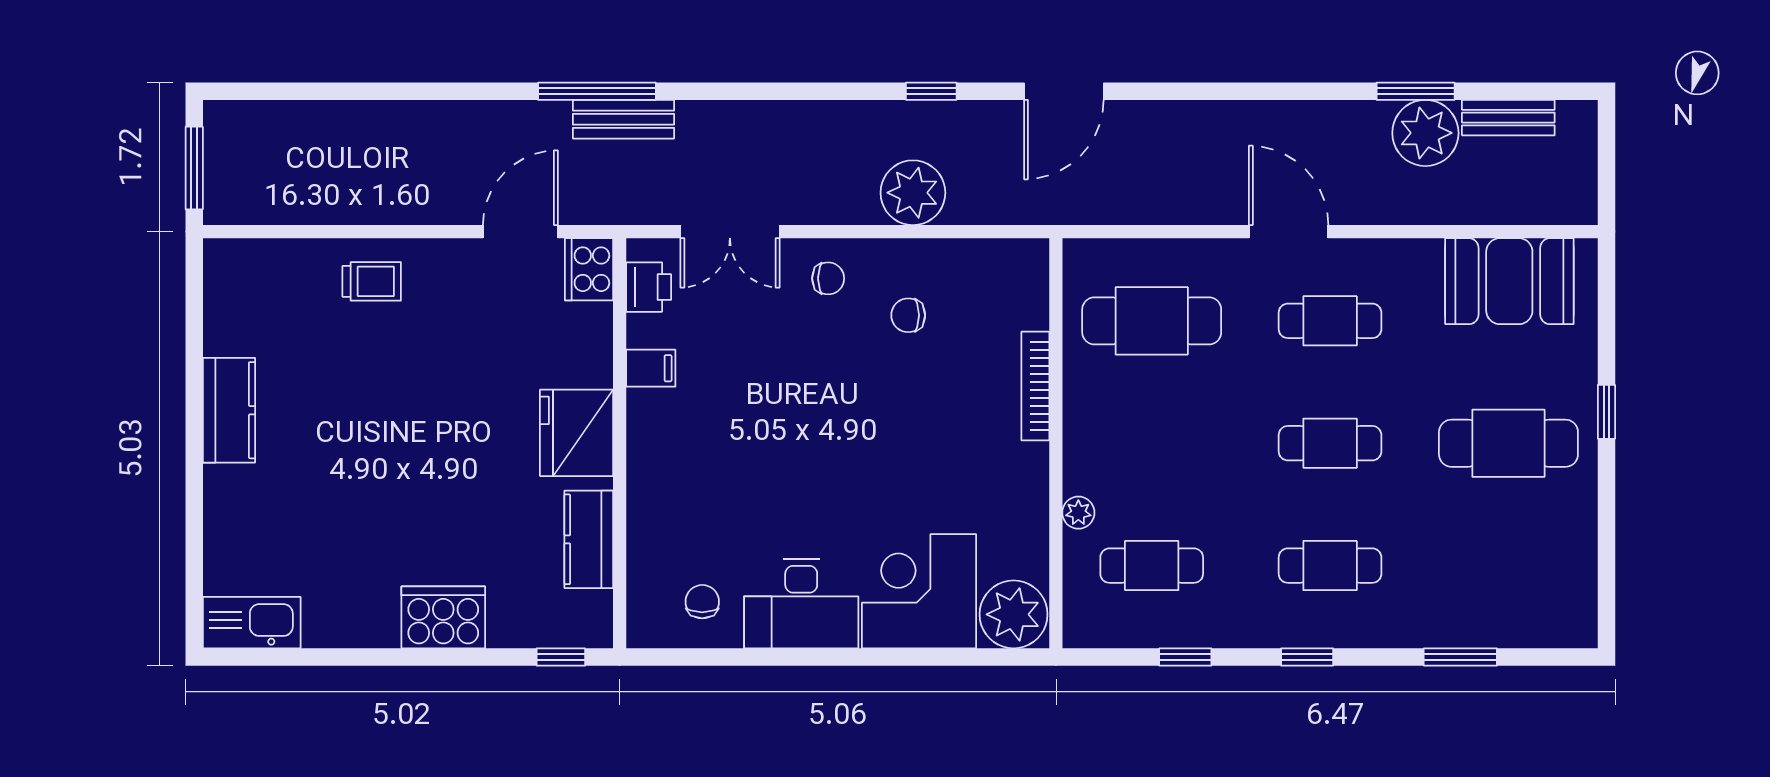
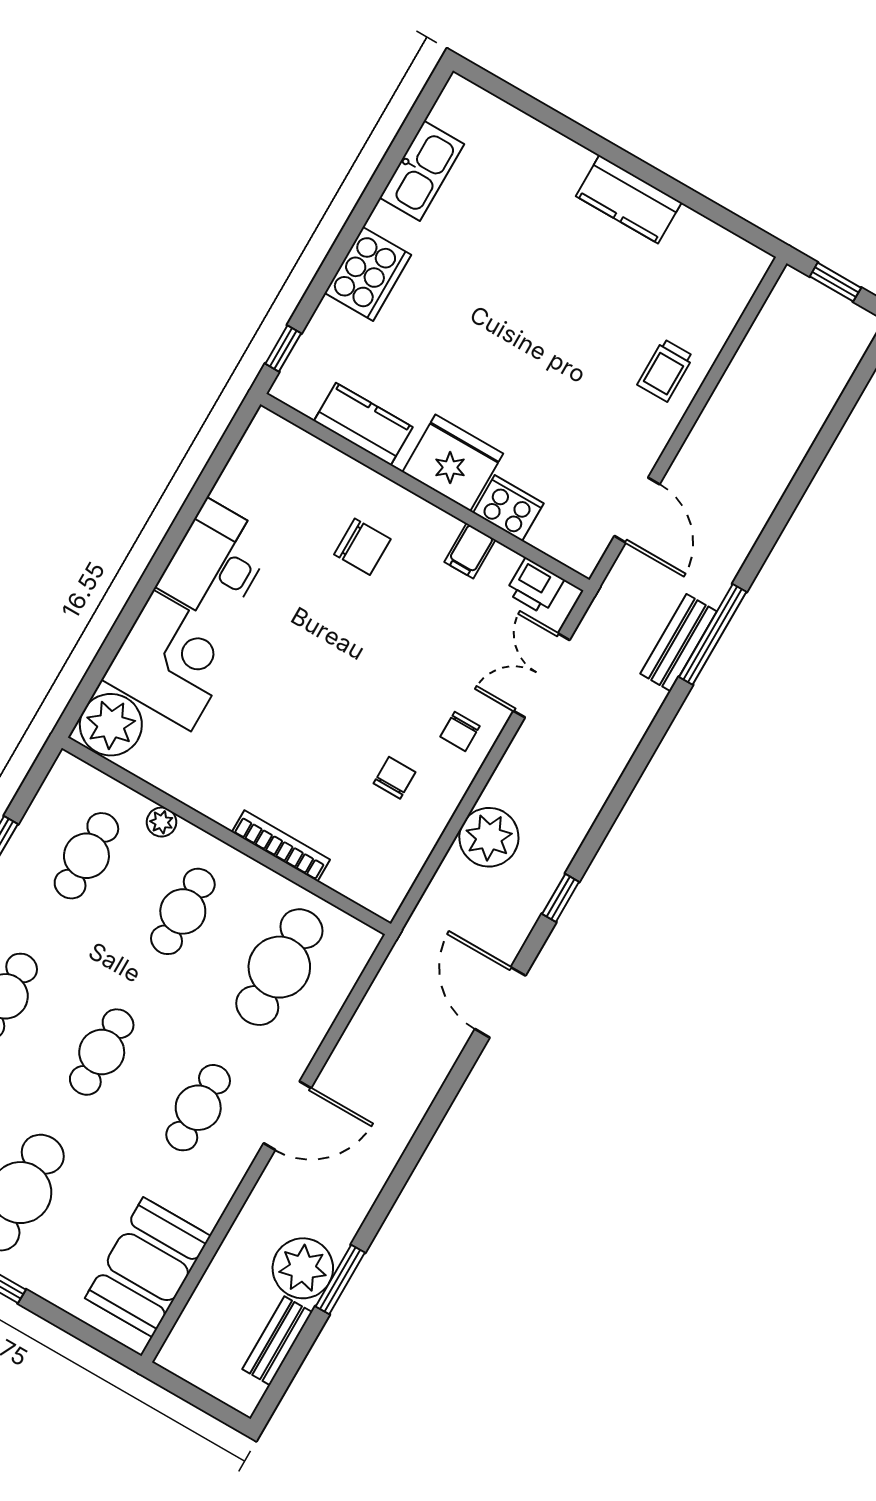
window: (194, 168) -> (835, 282), width x0.67
cooker: (589, 269) -> (508, 508), moved
cafe table: (1152, 443) -> (183, 911), added
chair: (702, 602) -> (362, 547), moved, width x1.37, depth x1.37
kitchen sink: (252, 623) -> (422, 171), moved

